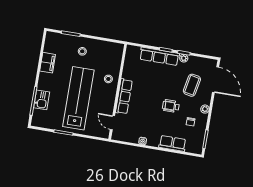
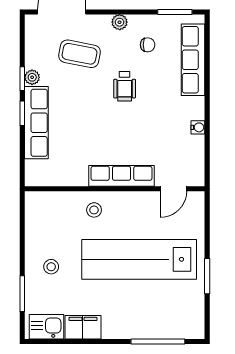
kitchen sink: (42, 100) -> (46, 327), moved
row of seats: (173, 143) -> (193, 60), width x1.48

